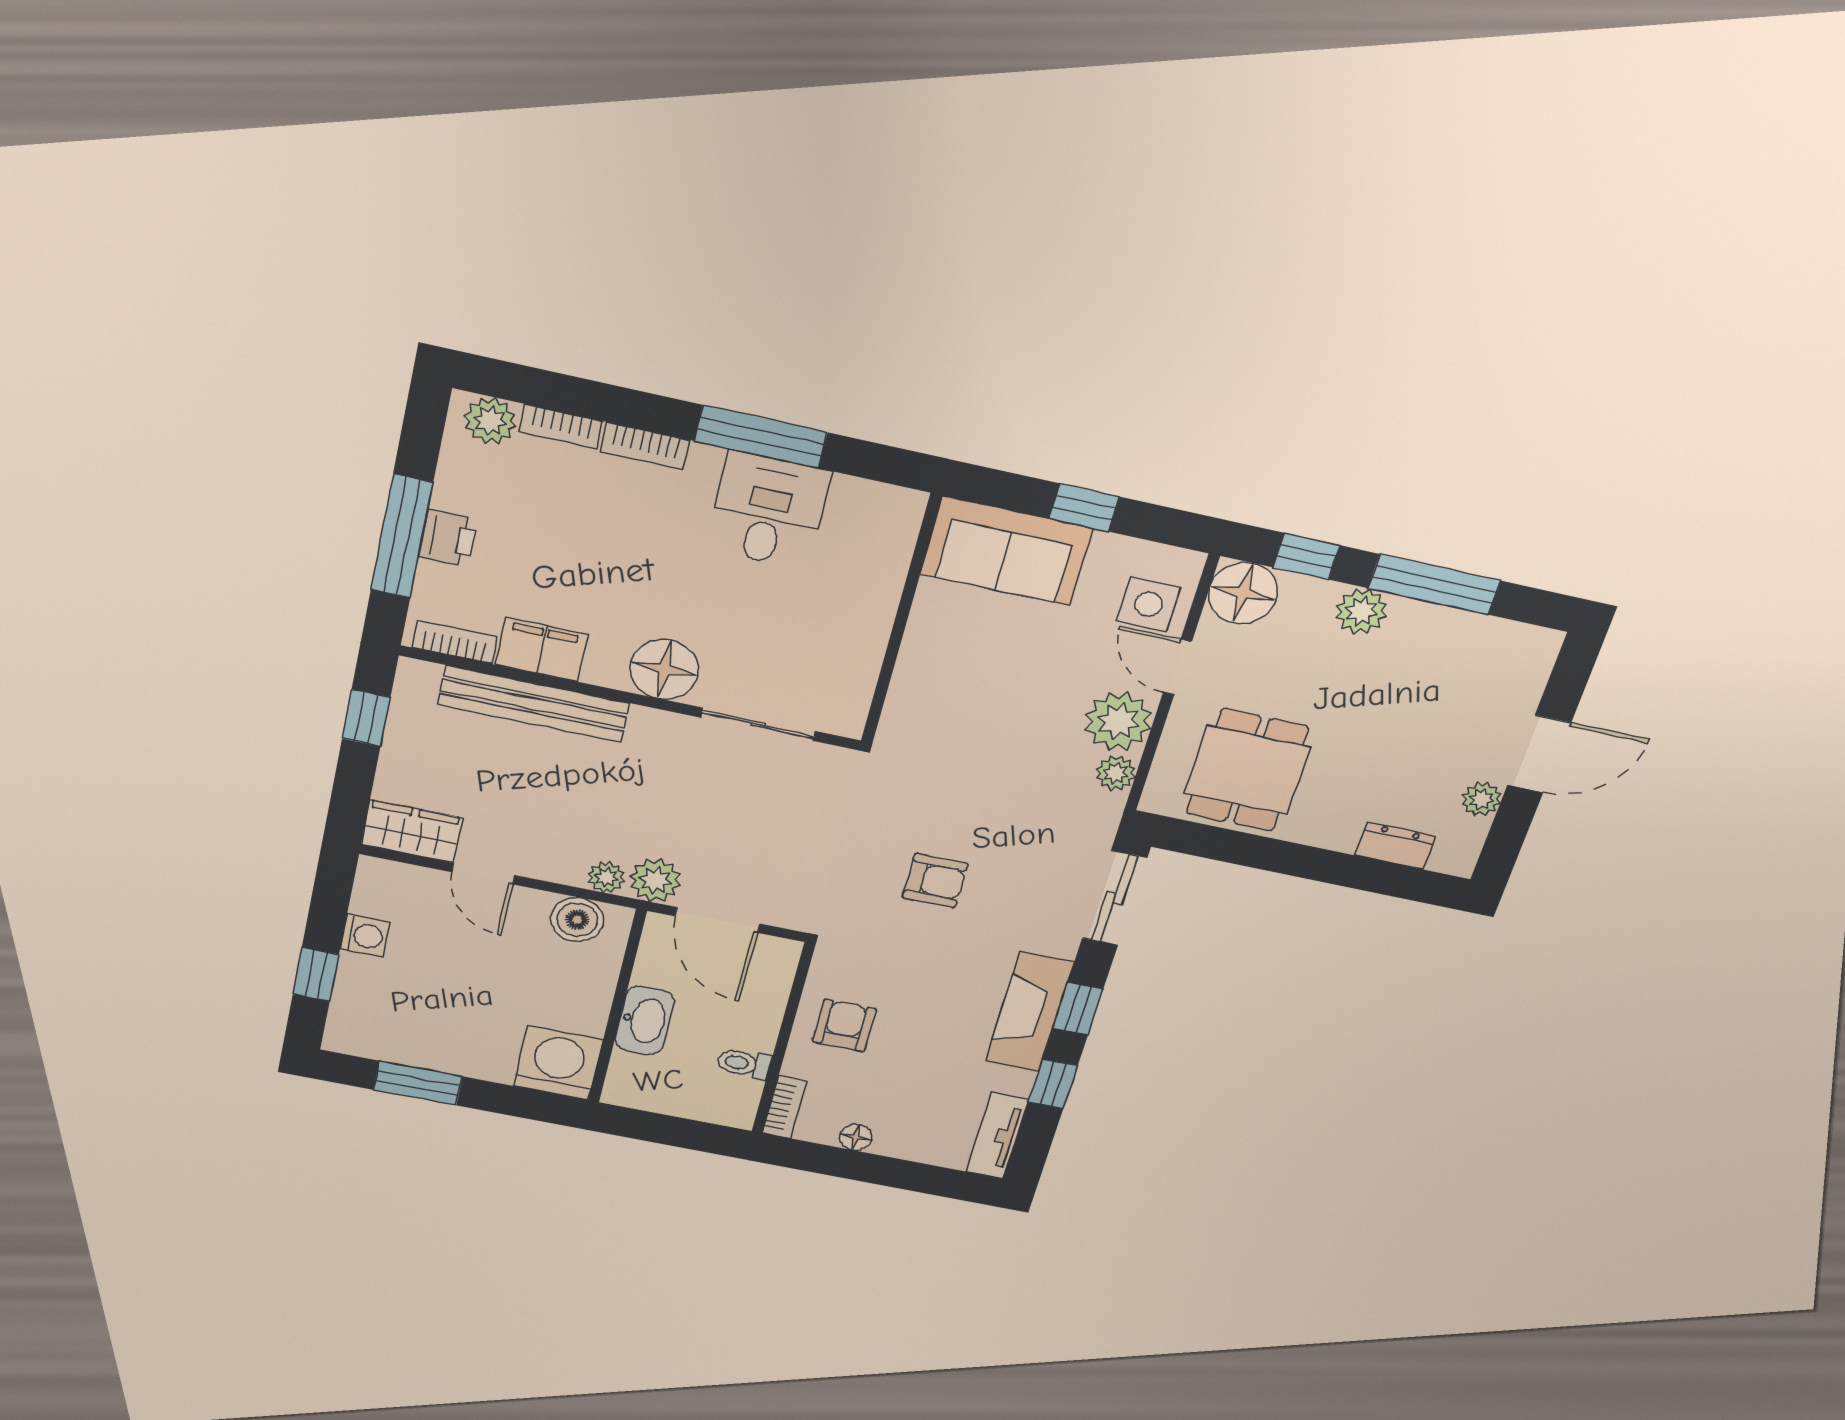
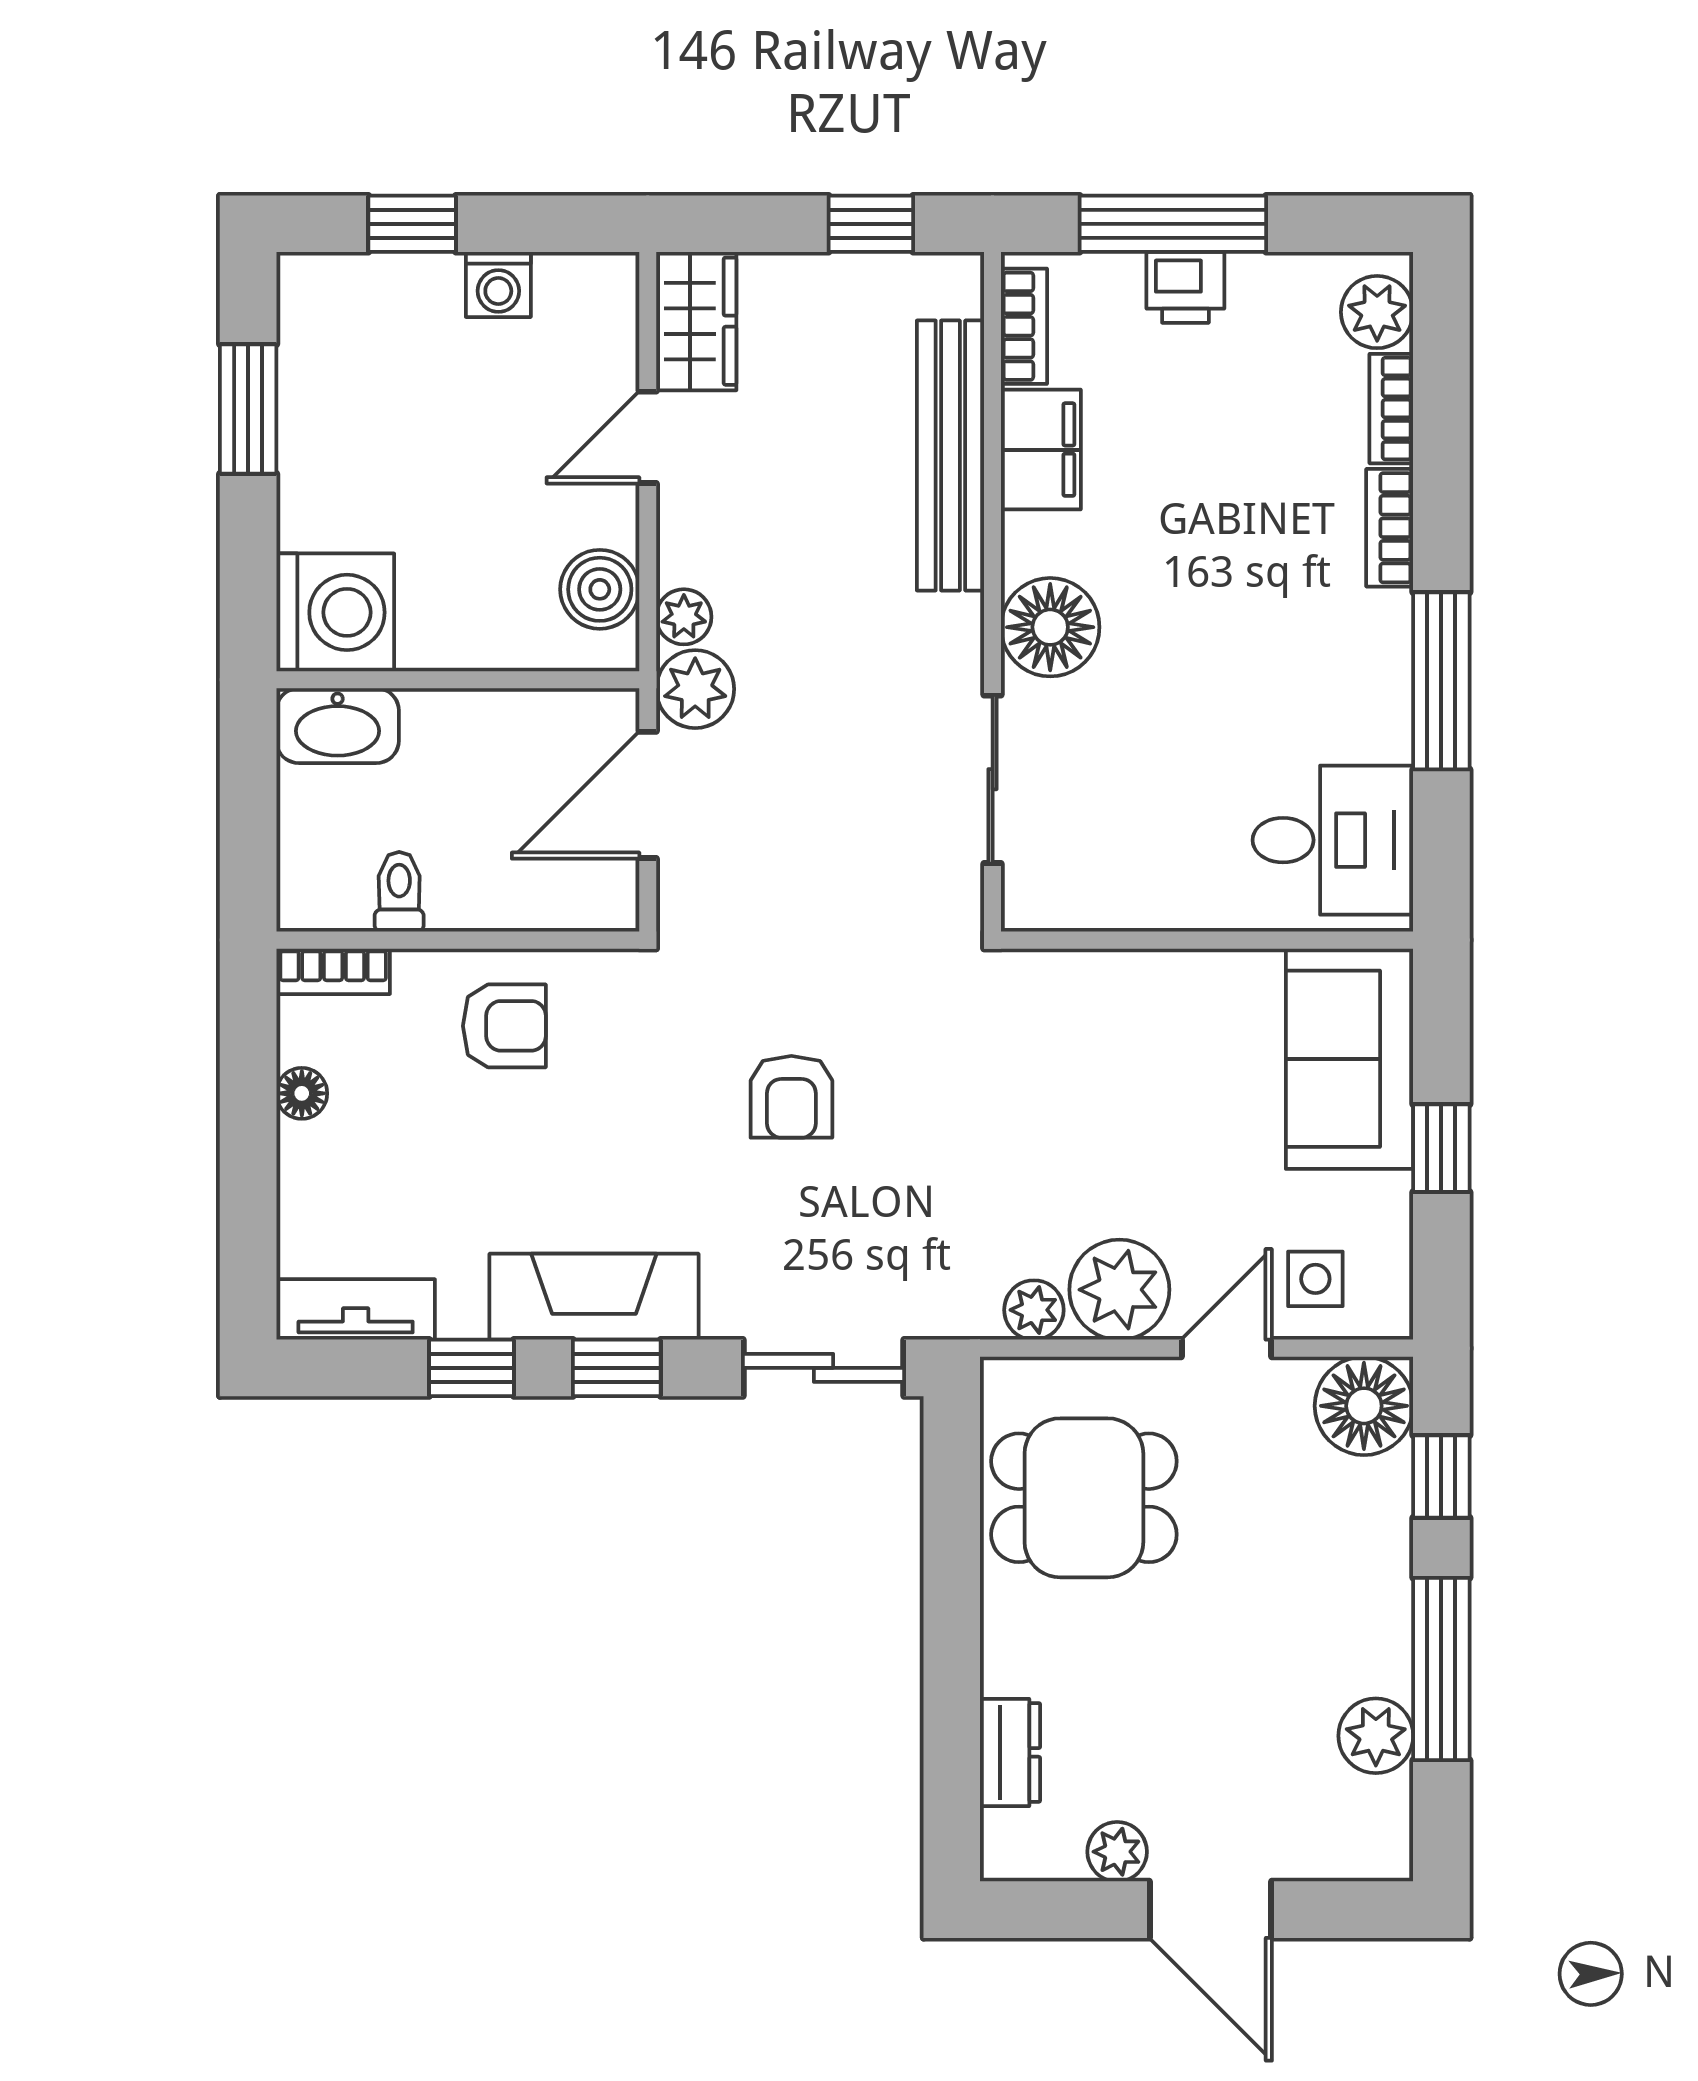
desk: (768, 510) -> (1333, 840), moved
side table: (1148, 604) -> (1315, 1279), width x0.73, depth x0.73
plant: (1361, 611) -> (1376, 1736), moved
washbasin: (645, 1020) -> (338, 726), moved

